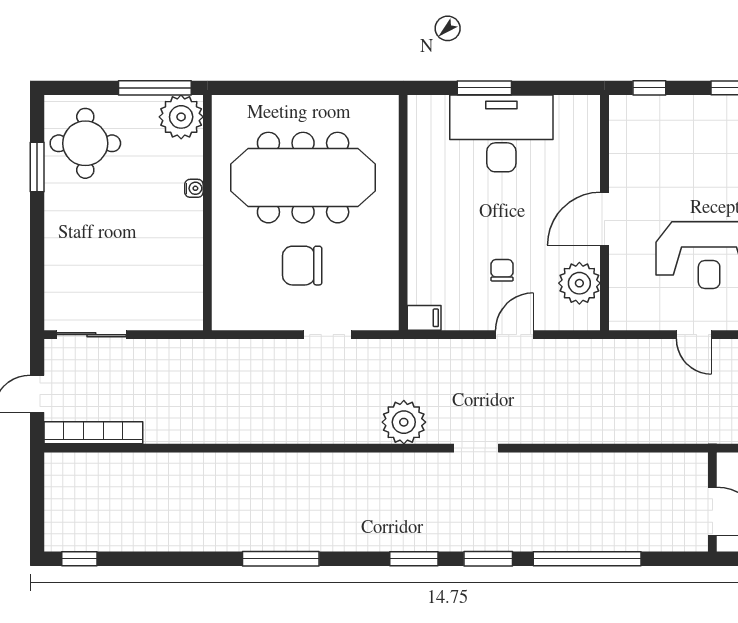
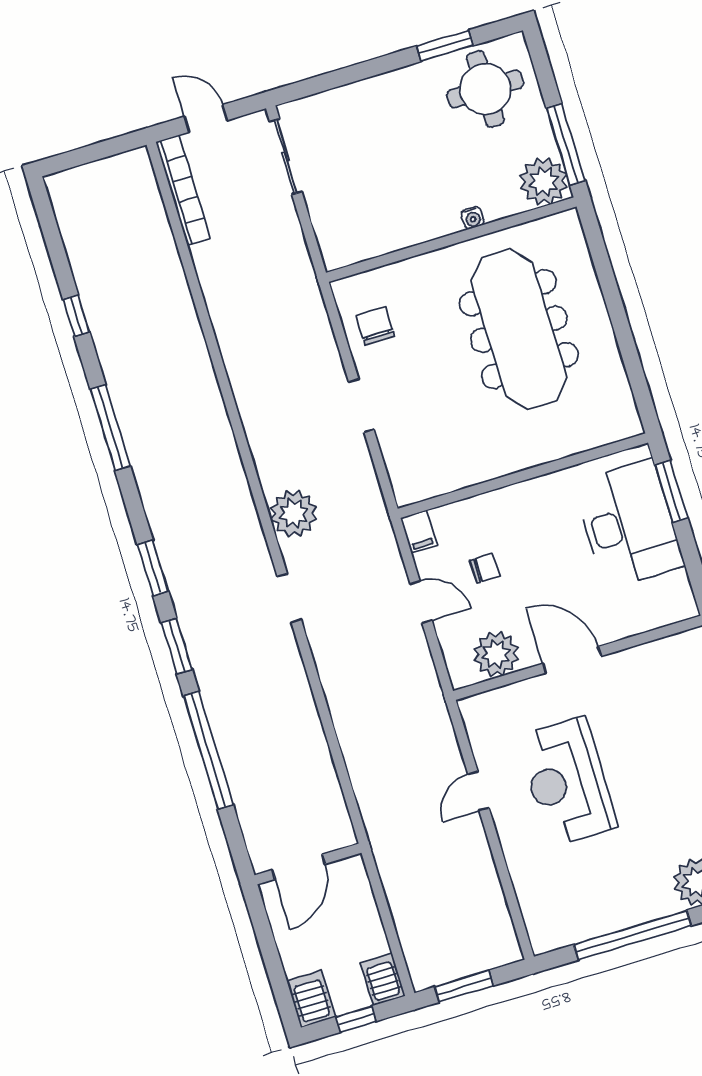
wall: (403, 213) -> (523, 476), moved
chair: (302, 266) -> (375, 326), moved, width x0.73, depth x0.73
filing cabinet: (424, 318) -> (419, 531), moved
window: (79, 559) -> (76, 316), moved

